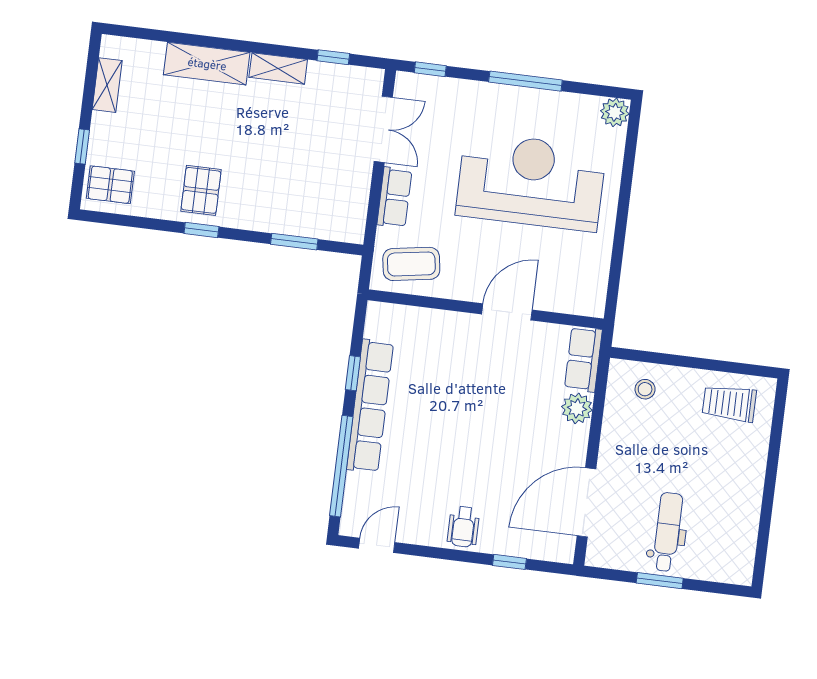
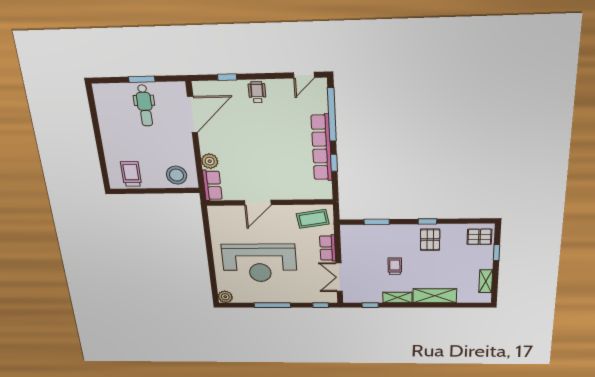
trolley: (274, 141) -> (395, 266), added
stool: (645, 389) -> (177, 175), width x1.89, depth x1.89
trolley: (729, 403) -> (131, 174), turned -90

